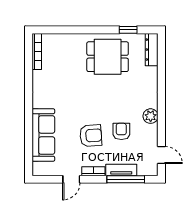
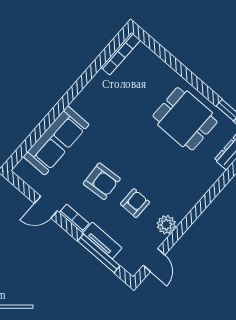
plant: (151, 116) -> (166, 225), moved

